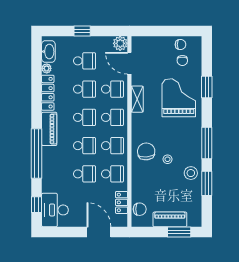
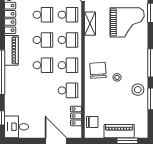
grand piano: (179, 98) -> (127, 22), turned 90
school desk: (85, 174) -> (43, 90), removed
desk: (55, 210) -> (17, 127), width x0.73

